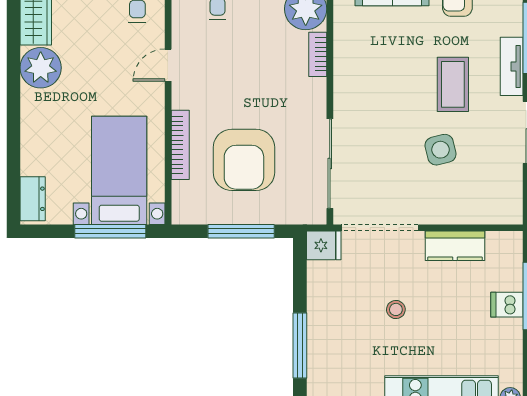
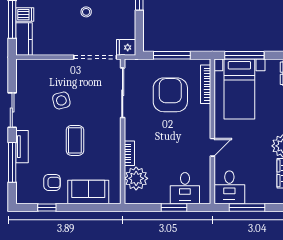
coffee table: (453, 84) -> (75, 140), moved
bookcase: (180, 145) -> (206, 84), moved
kitchen counter: (455, 246) -> (24, 39), moved, turned 90

